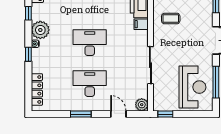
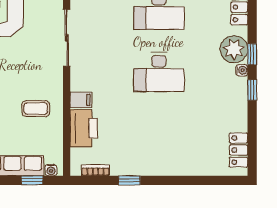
window: (28, 13) -> (252, 90), moved
plant: (40, 30) -> (234, 49), moved

